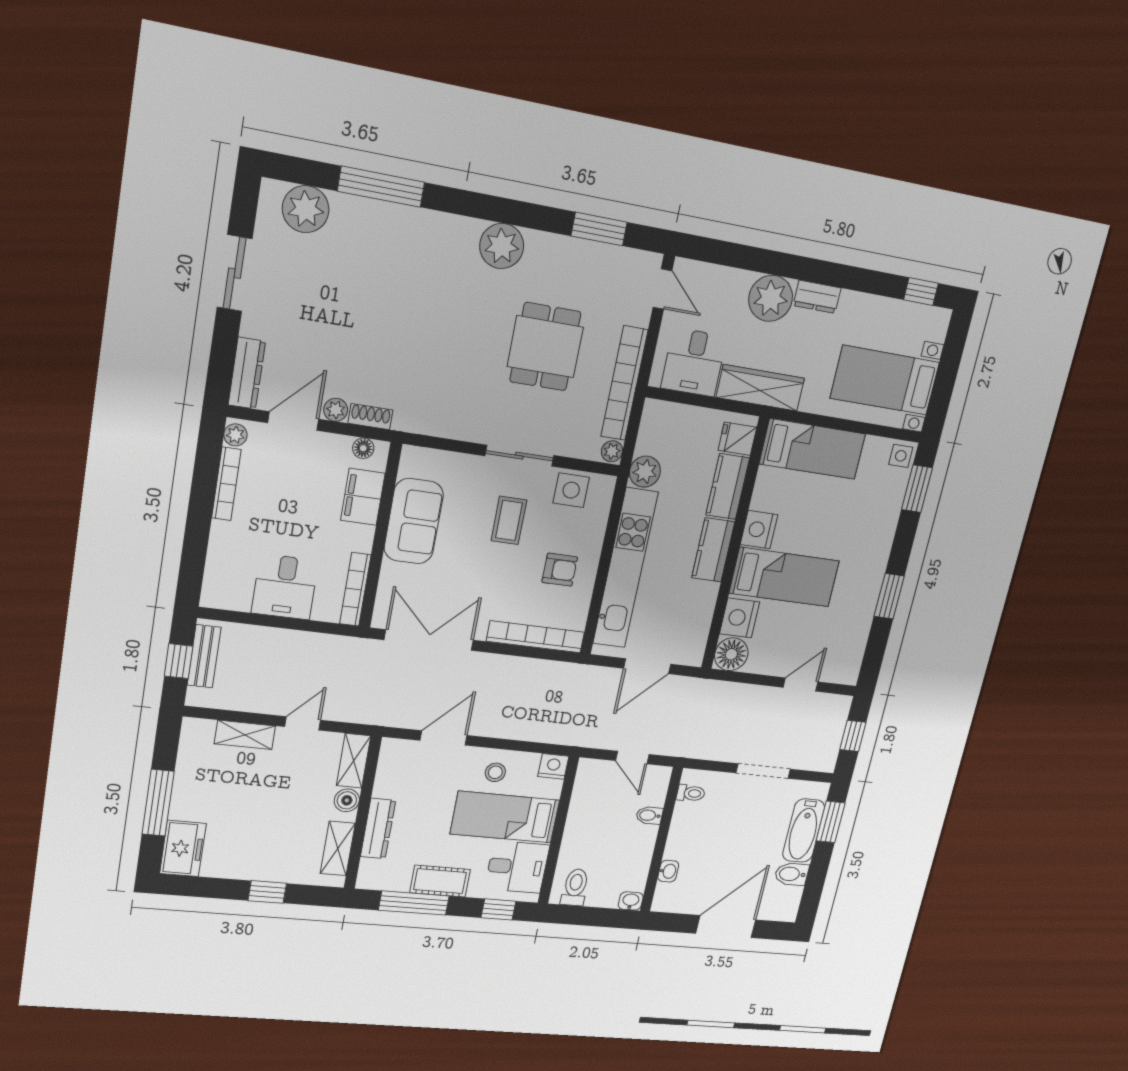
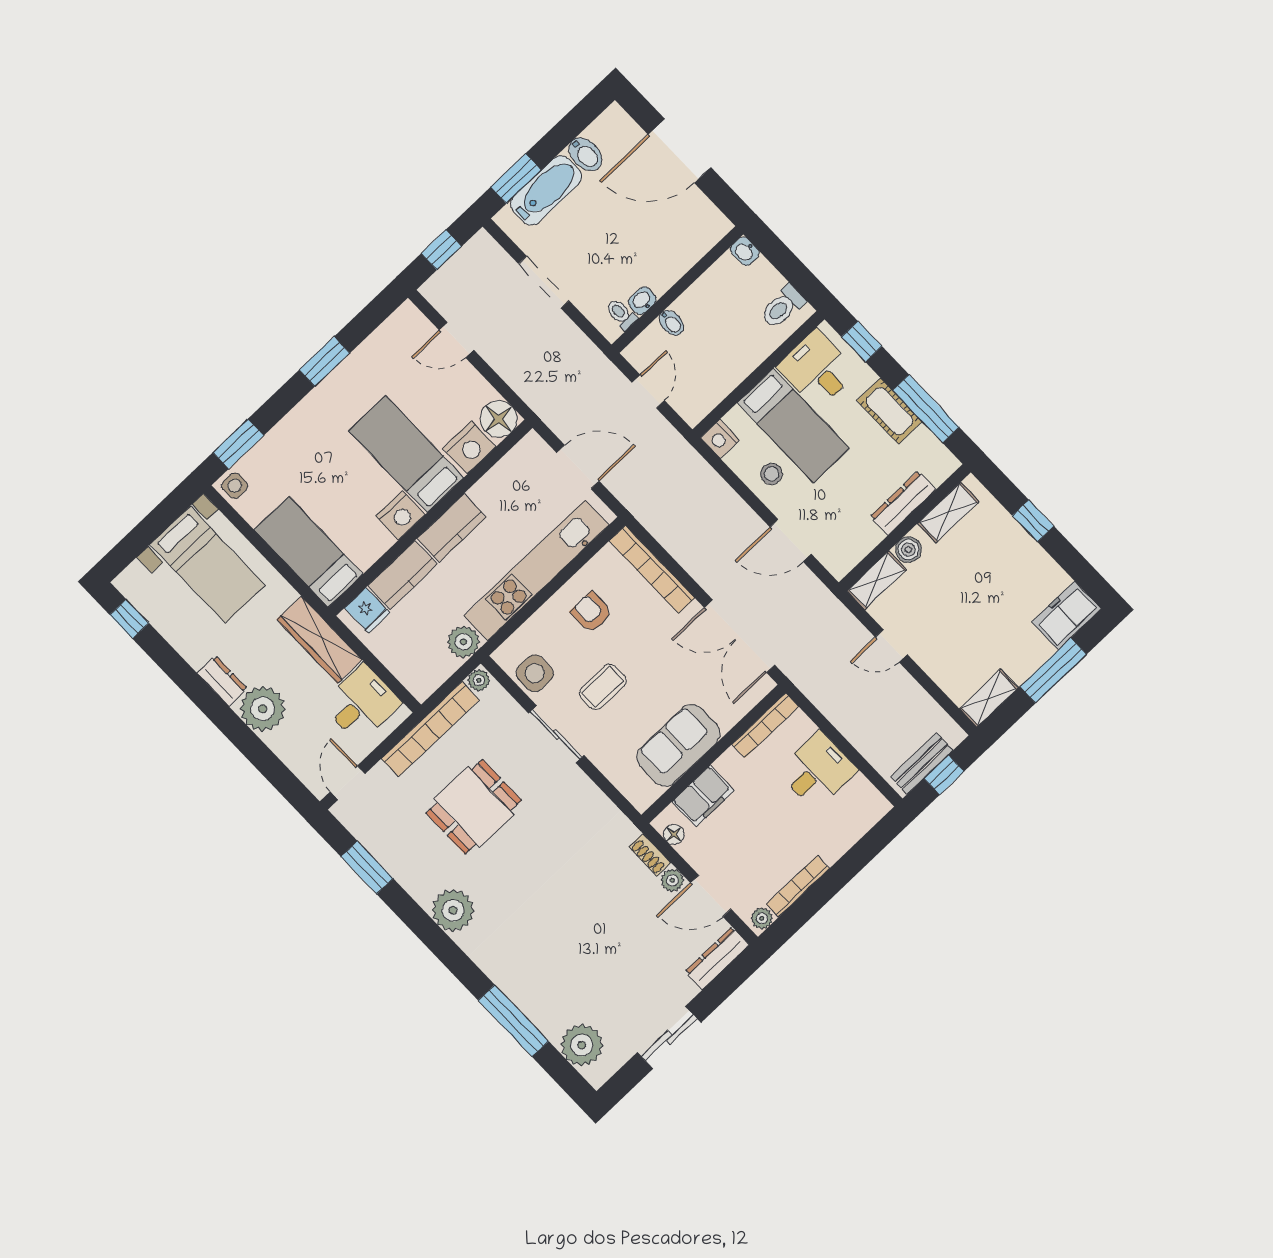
shelving: (245, 735) -> (989, 698), moved, turned 90
washbasin: (668, 871) -> (642, 301), moved

